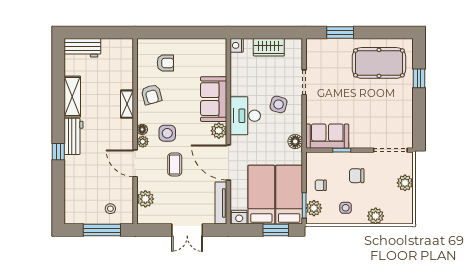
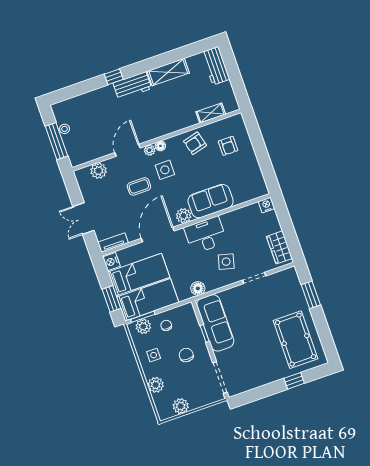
wardrobe: (269, 47) -> (279, 247), moved
shelving: (127, 104) -> (211, 113), moved
sofa: (327, 136) -> (215, 323), width x1.36
plant: (405, 183) -> (181, 406), moved
tv unit: (221, 203) -> (113, 242), width x0.71
stool: (110, 209) -> (65, 129), moved

